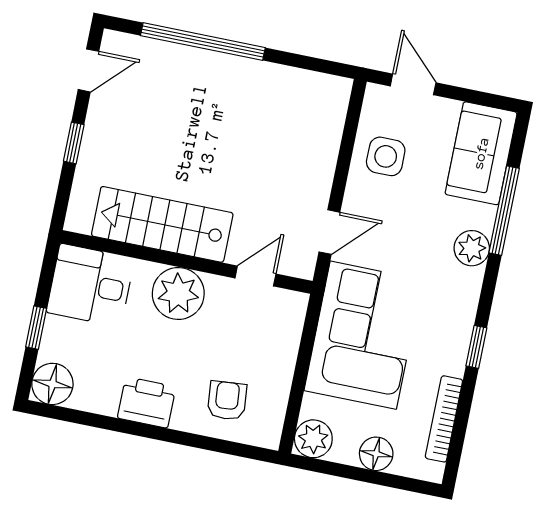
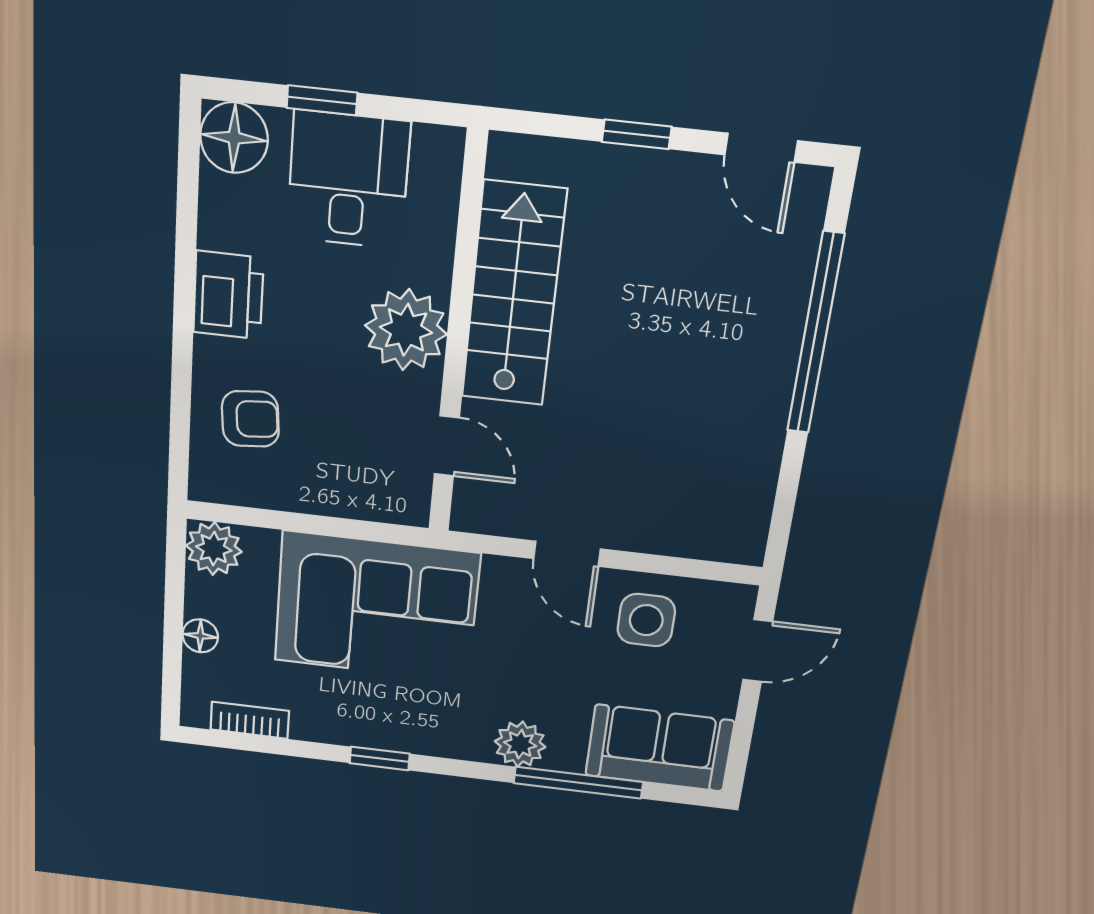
door: (329, 232) -> (567, 554), moved
desk: (90, 285) -> (348, 180), moved
bookcase: (444, 419) -> (250, 720), width x0.64
floor lamp: (376, 454) -> (200, 636), width x0.73, depth x0.73

